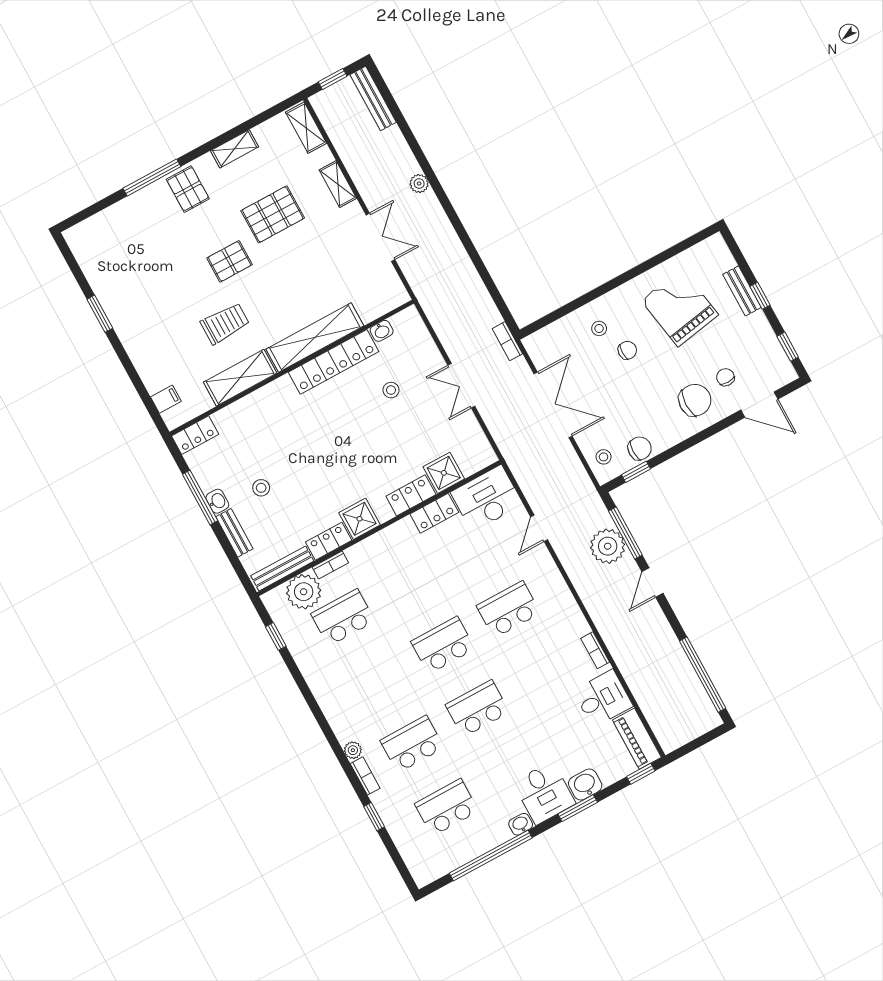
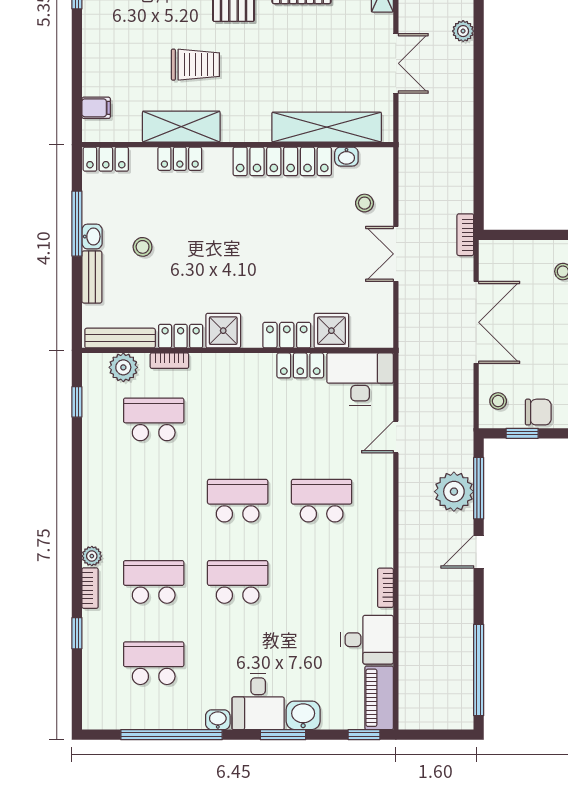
shelving: (315, 337) -> (327, 127), moved
stool: (391, 390) -> (364, 203), moved
locker: (253, 403) -> (180, 159), added
plant: (304, 592) -> (123, 367), width x0.73, depth x0.73

